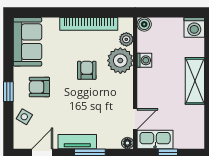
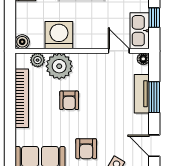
washing machine: (144, 60) -> (59, 35), width x1.89, depth x1.89
armchair: (87, 70) -> (69, 100), turned -90
tv unit: (77, 142) -> (142, 94), moved

